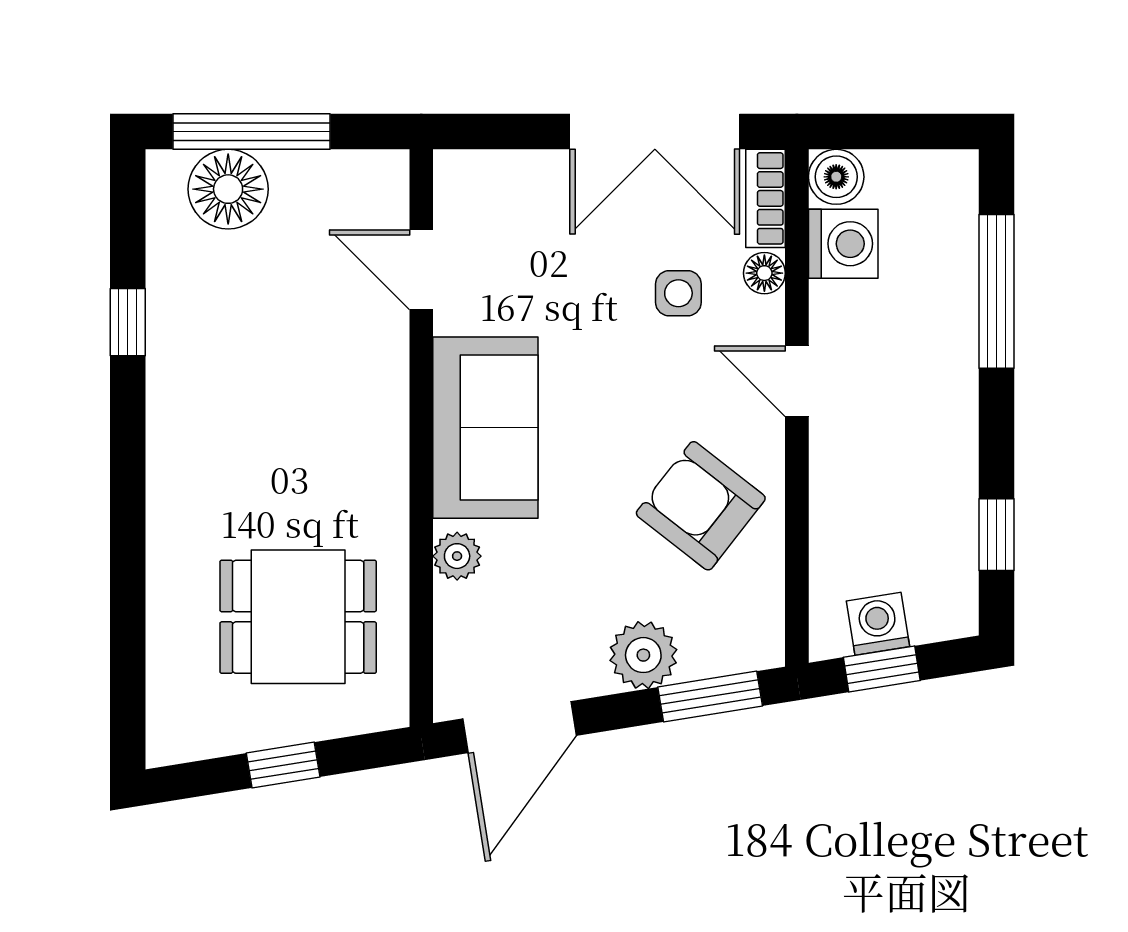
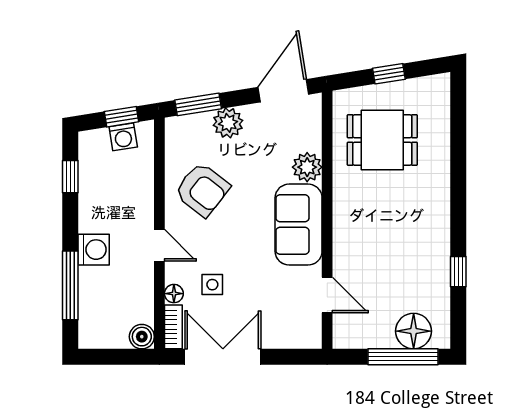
washing machine: (843, 244) -> (94, 250), moved, turned 180
plant: (457, 556) -> (307, 167), width x1.38, depth x1.38

